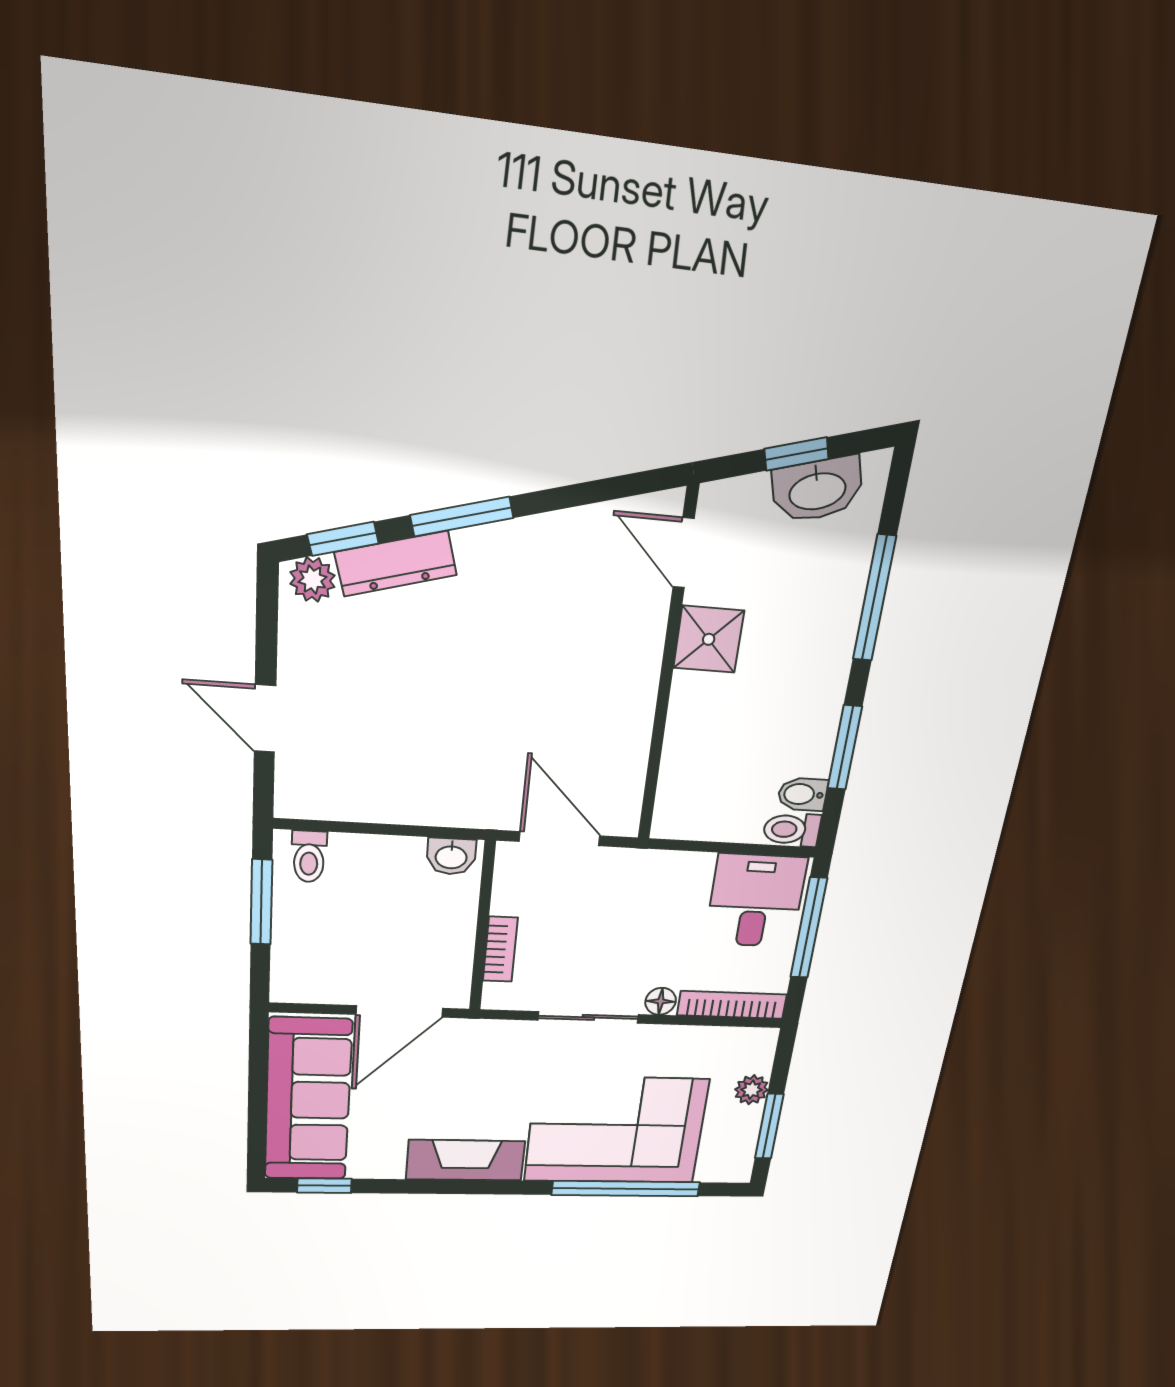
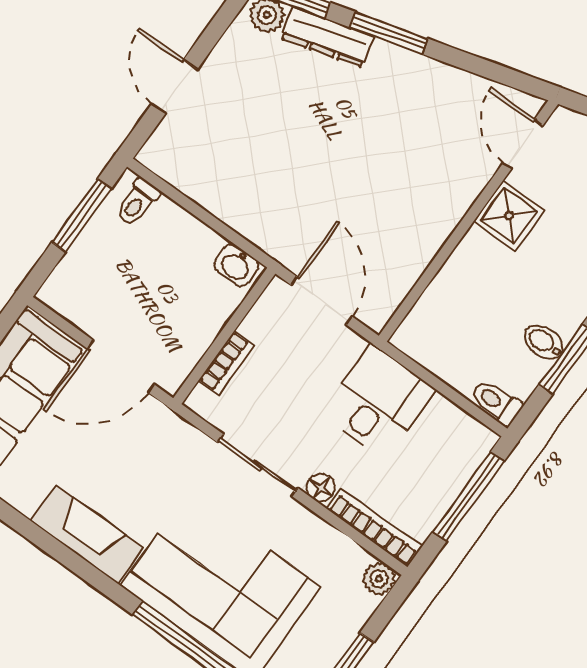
bidet: (802, 794) -> (544, 342), moved
desk: (756, 901) -> (378, 402), moved
plant: (752, 1090) -> (379, 579), moved

